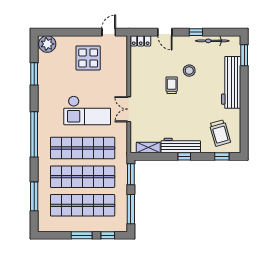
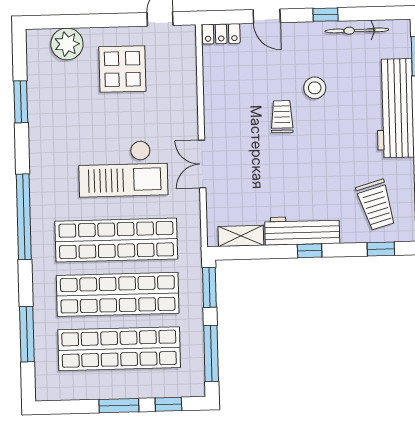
plant: (47, 44) -> (67, 44), moved

